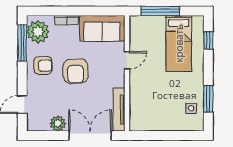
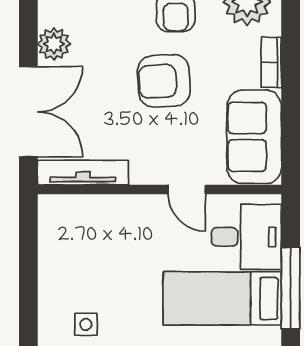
window: (160, 11) -> (291, 288), moved
desk: (150, 32) -> (246, 237), added

